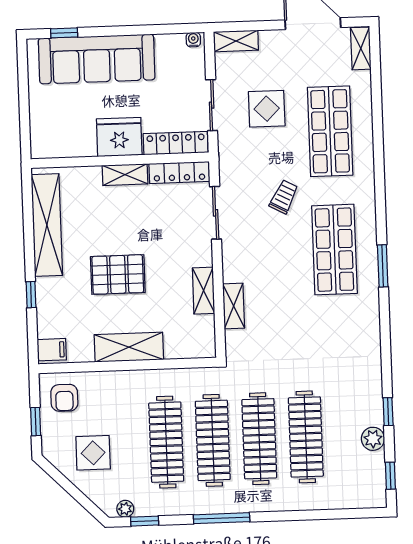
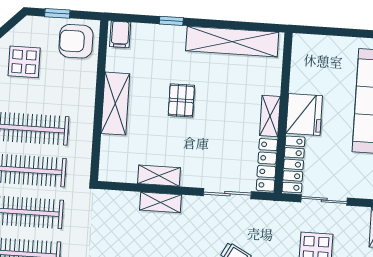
pallet: (118, 274) -> (181, 100), width x0.67, depth x0.71
shelving: (234, 306) -> (160, 202), moved
armchair: (64, 398) -> (76, 41), width x1.38, depth x1.38

